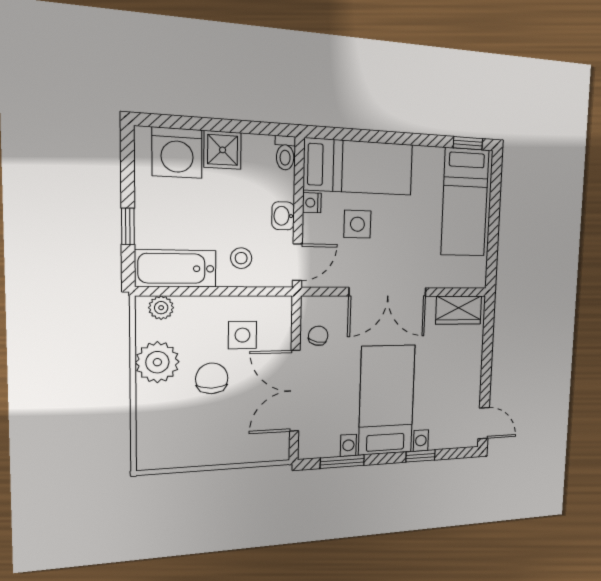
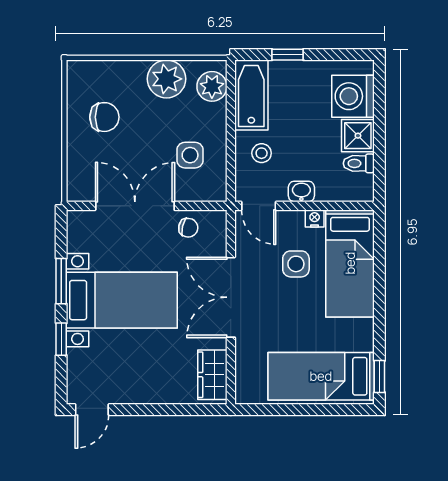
toilet: (285, 153) -> (359, 163), moved
plant: (161, 308) -> (212, 86), width x1.38, depth x1.38
chair: (212, 378) -> (104, 117), moved
window: (342, 462) -> (61, 281), moved

